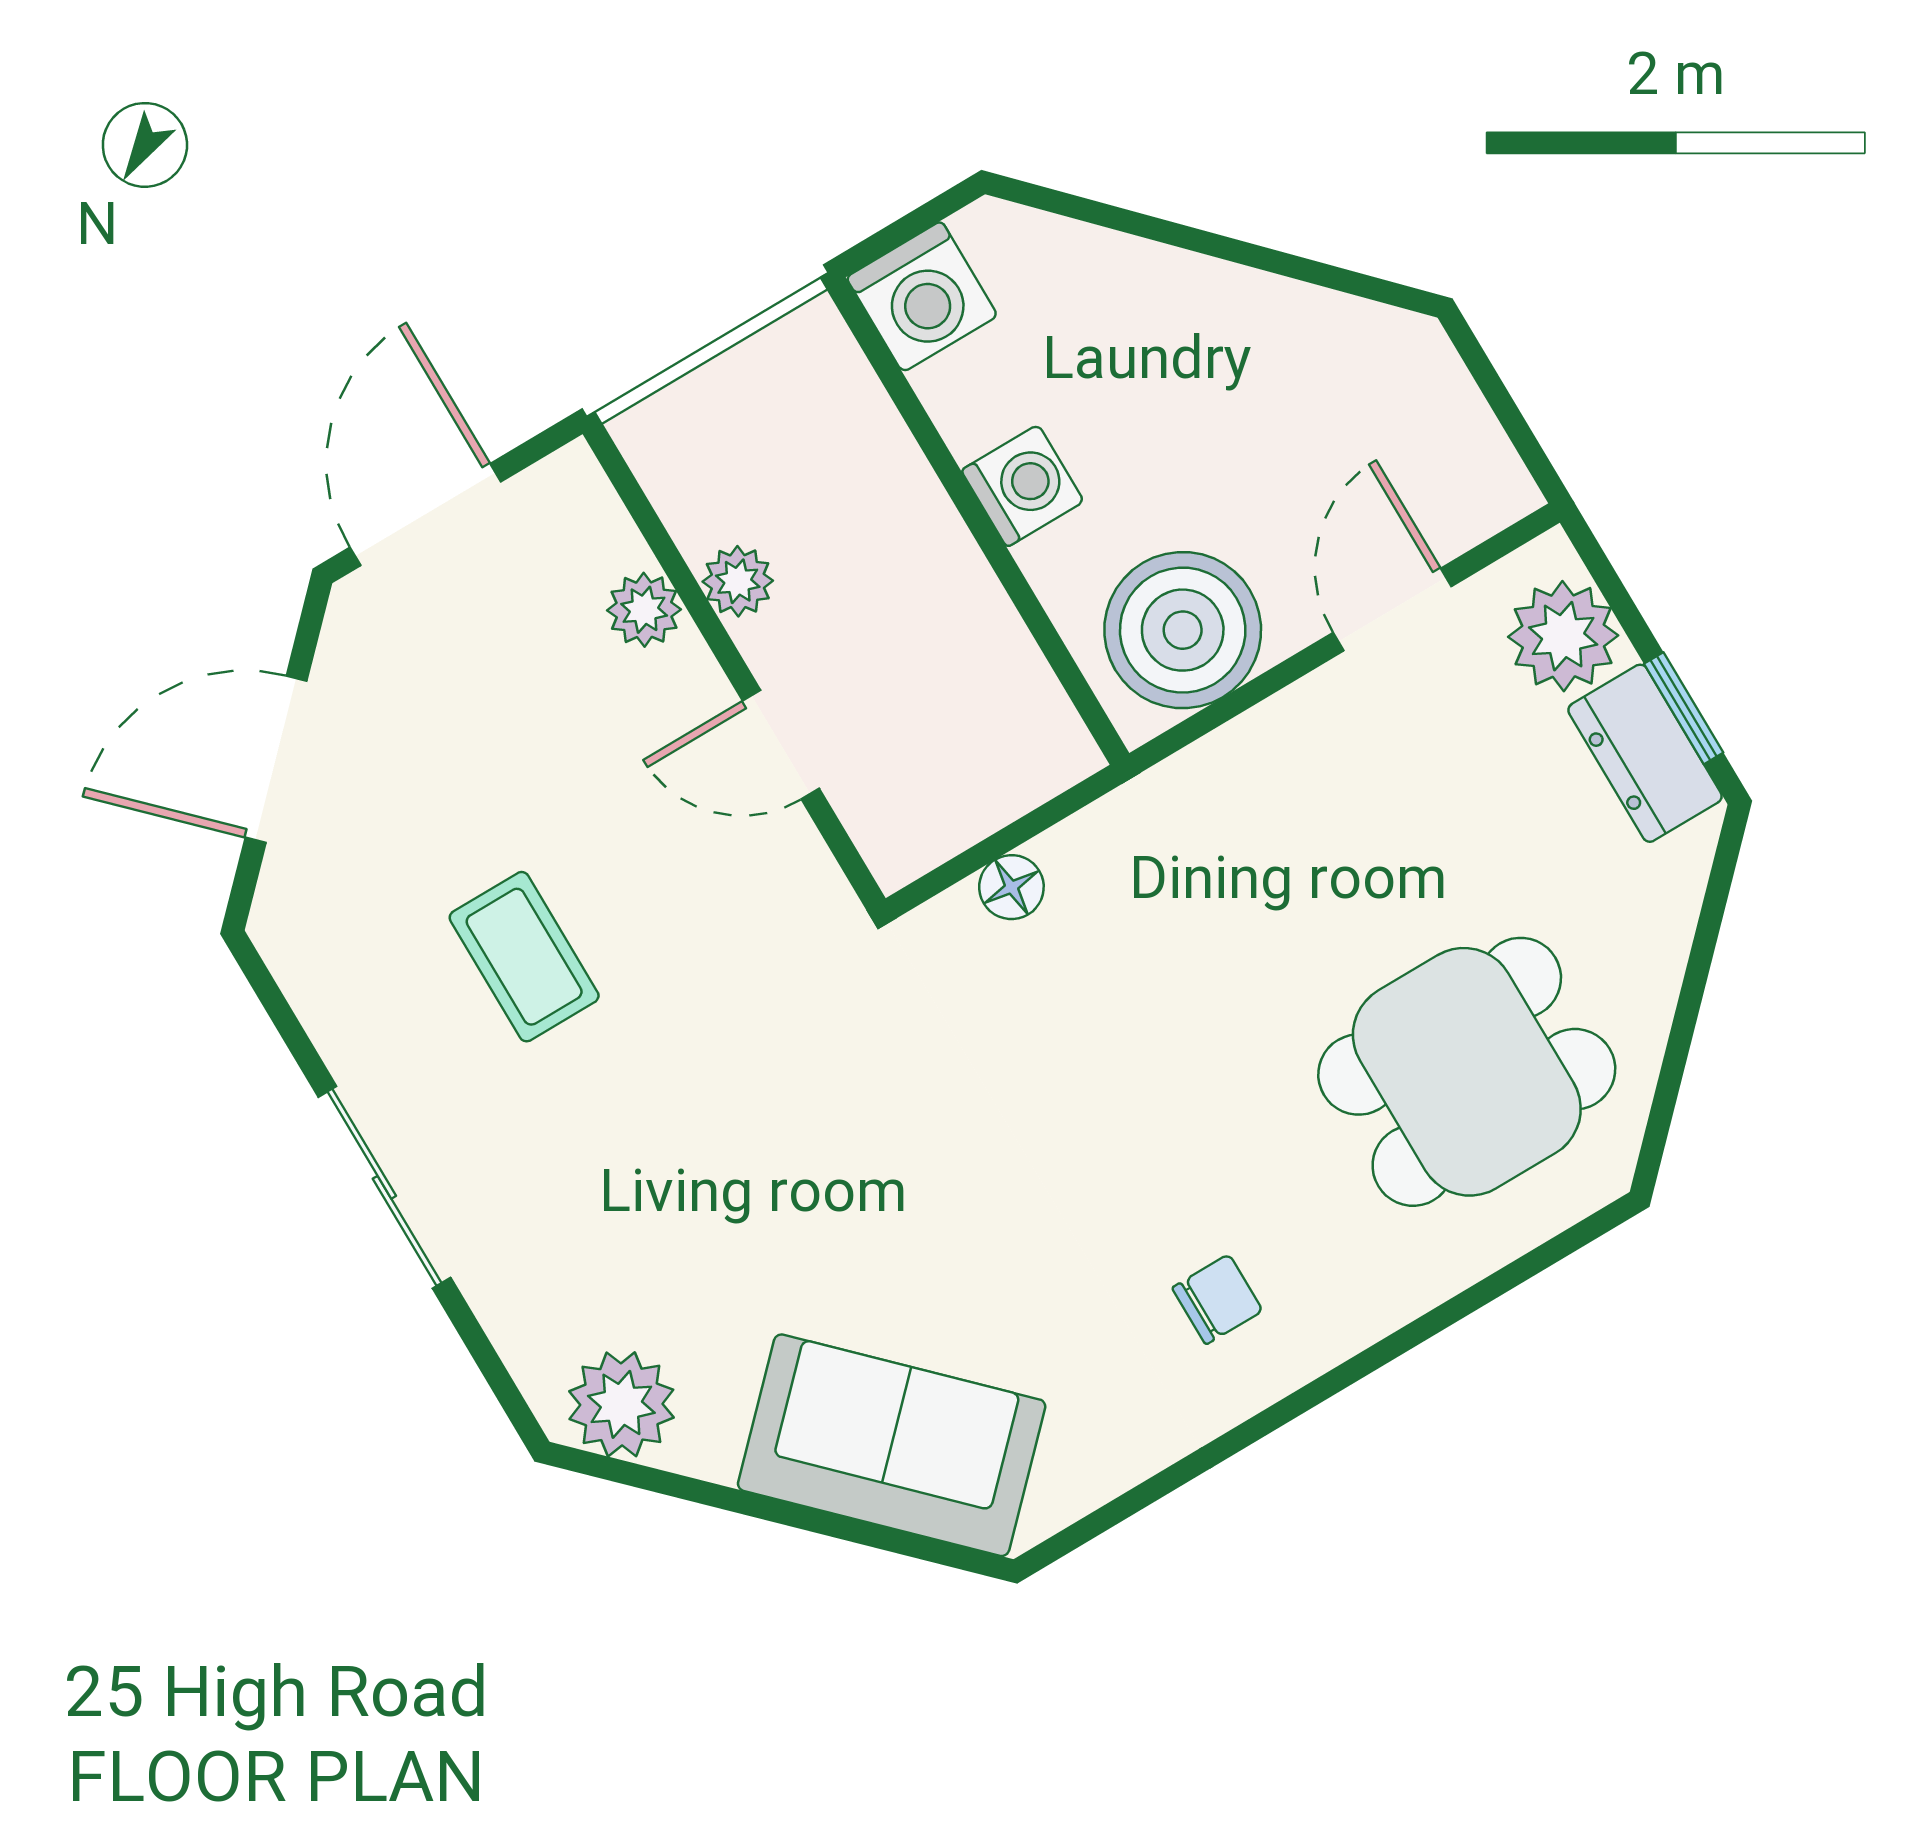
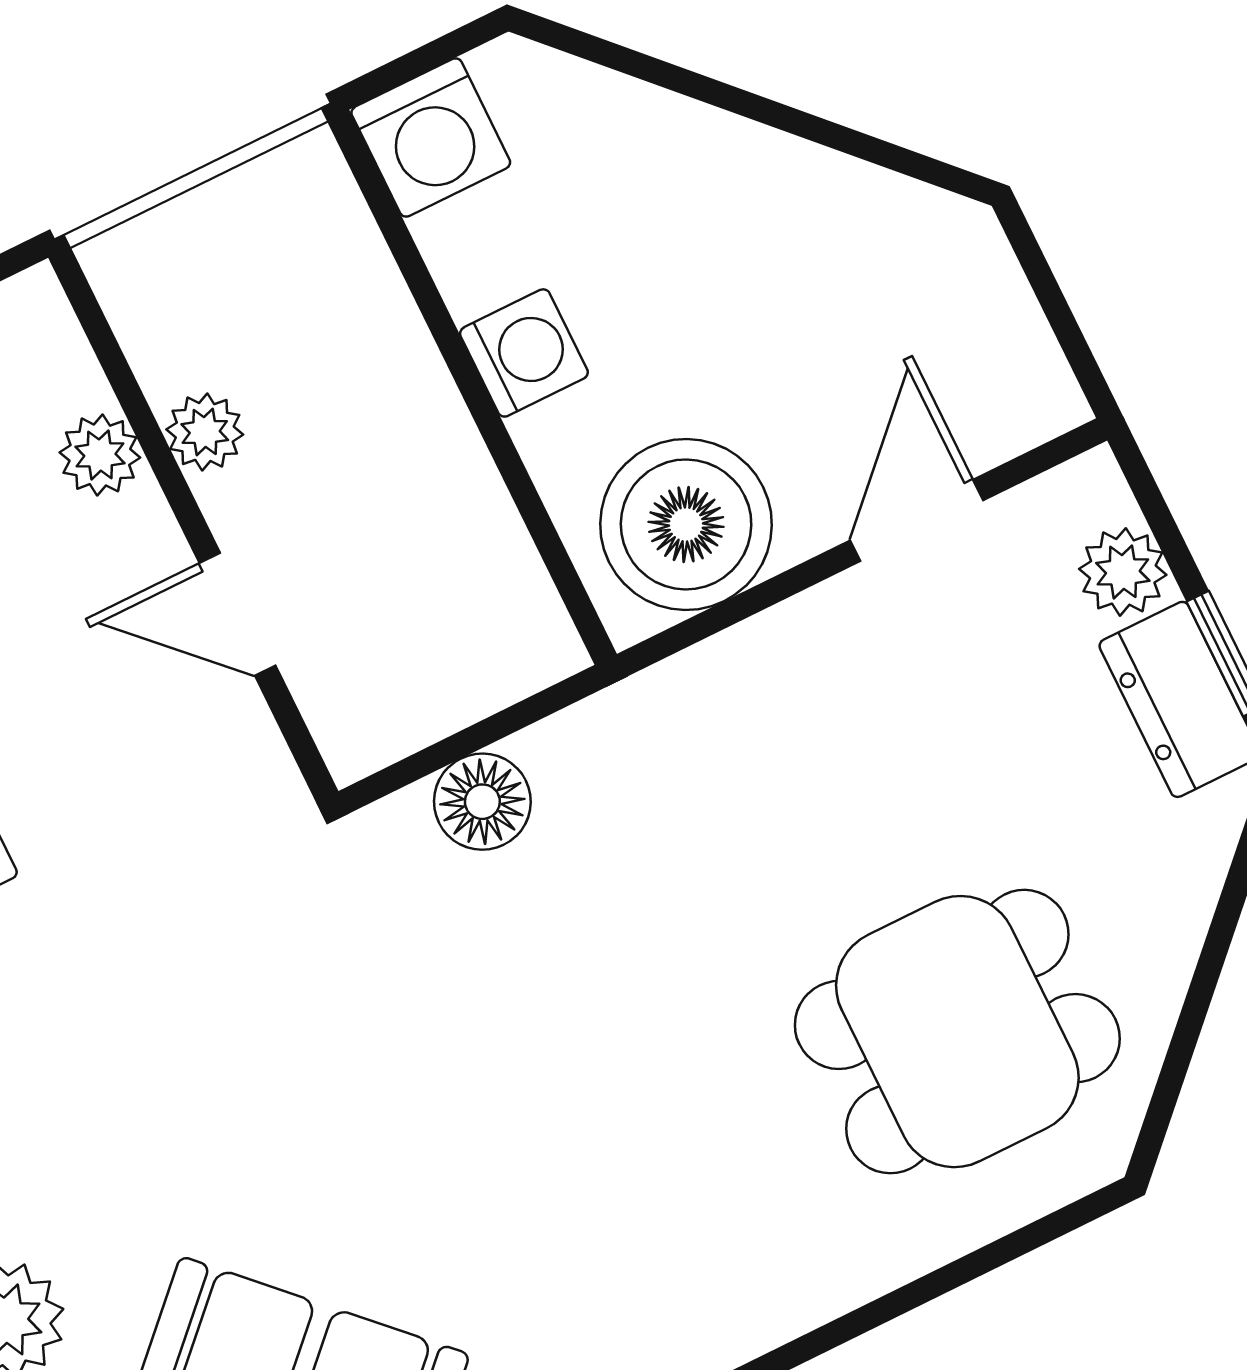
plant: (1563, 636) -> (1123, 572), width x0.73, depth x0.73
floor lamp: (1011, 887) -> (482, 802), width x1.37, depth x1.37
chair: (1217, 1299) -> (665, 1258), removed

